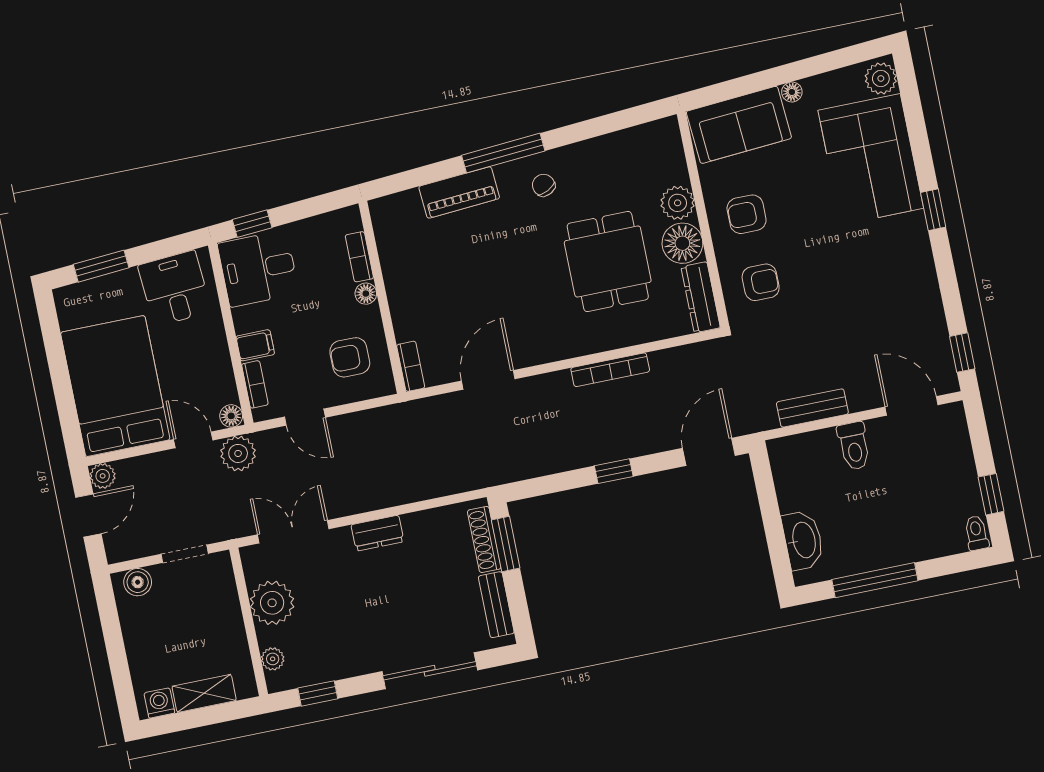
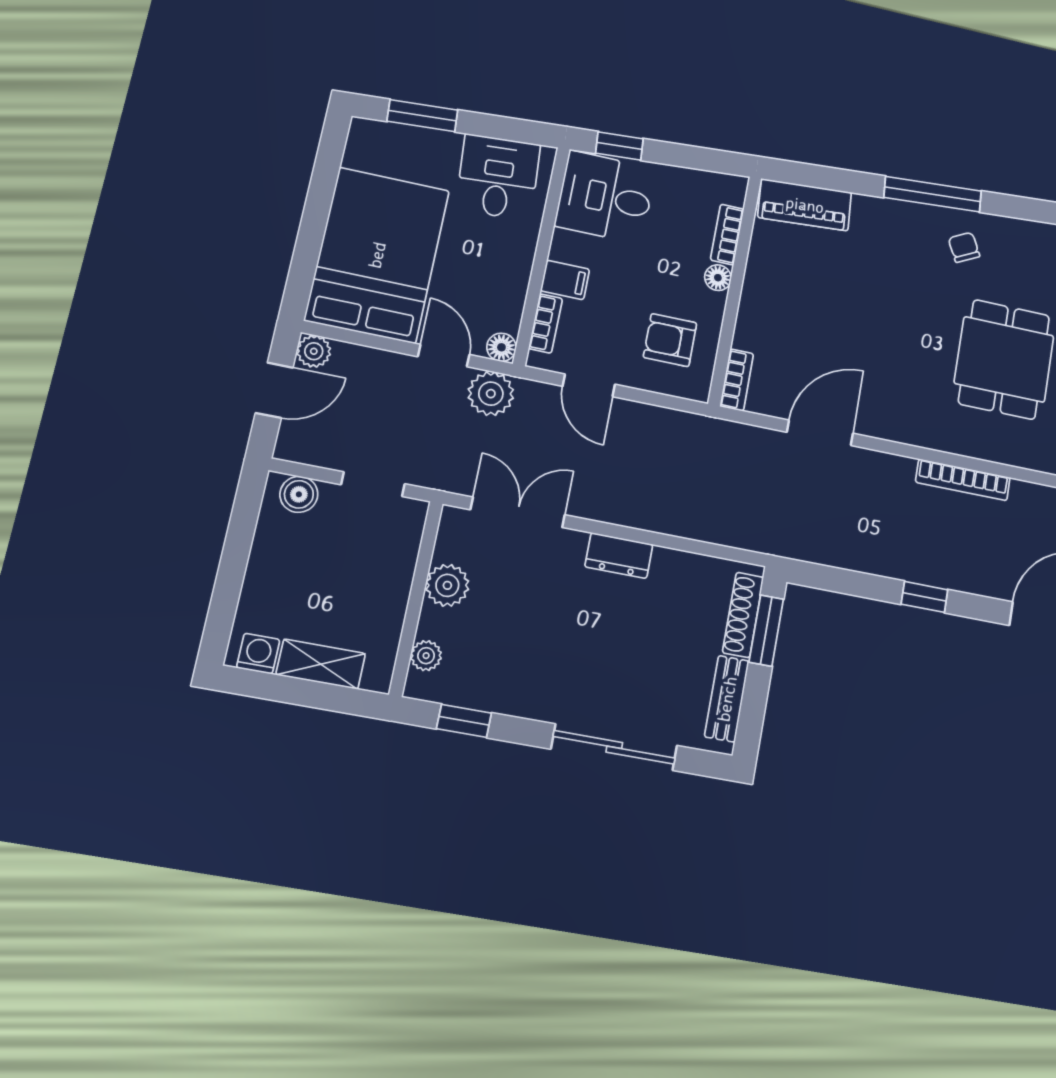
piano: (459, 192) -> (805, 205), moved
plant: (272, 603) -> (447, 585), width x0.73, depth x0.73

